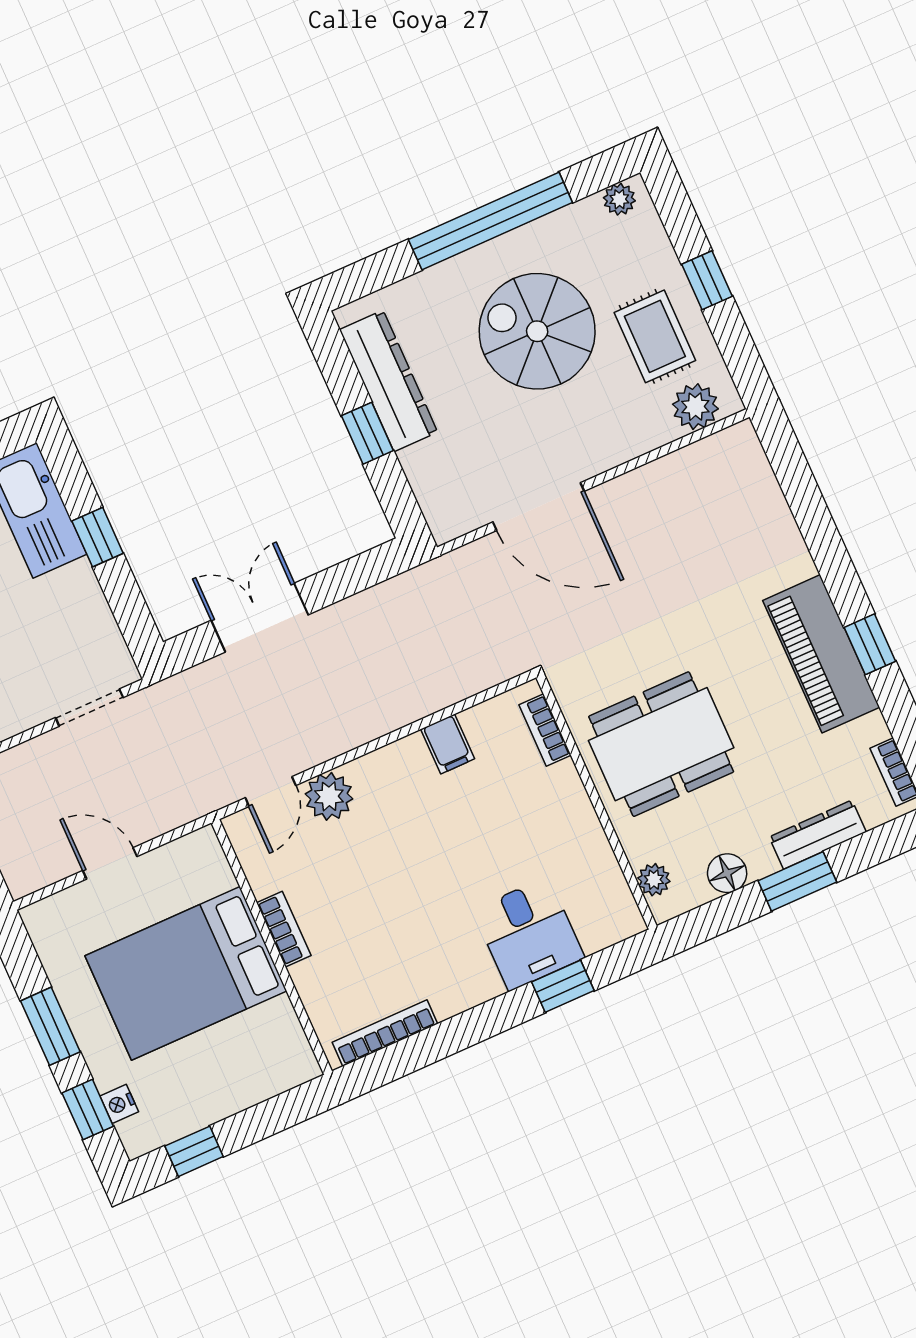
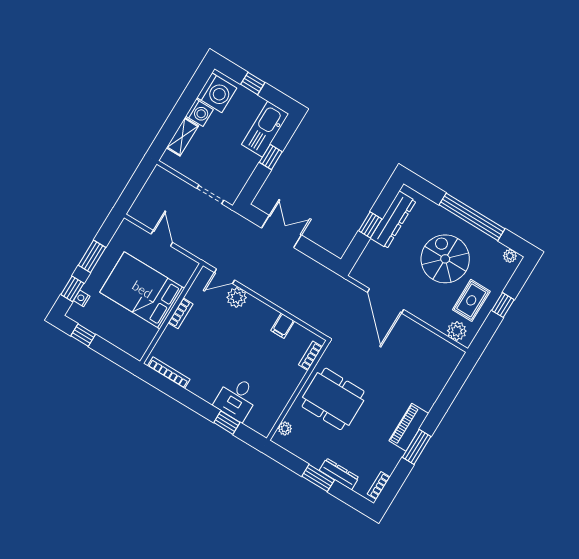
window: (870, 644) -> (417, 447), width x1.50
piano: (821, 654) -> (409, 427), width x0.73, depth x0.75
floor lamp: (727, 873) -> (304, 452), removed

